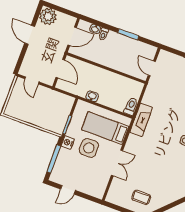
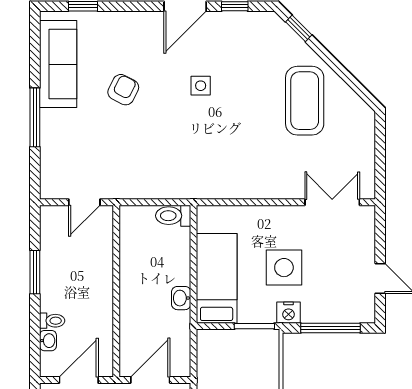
door: (72, 36) -> (79, 380), hinge flipped
fireplace: (141, 120) -> (192, 186), removed
bed: (105, 128) -> (217, 278), moved, turned 180
double door: (117, 163) -> (332, 202), moved
coffee table: (141, 197) -> (305, 101), moved, width x1.86, depth x1.72

